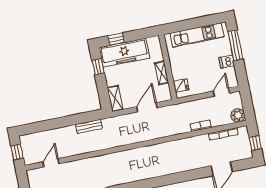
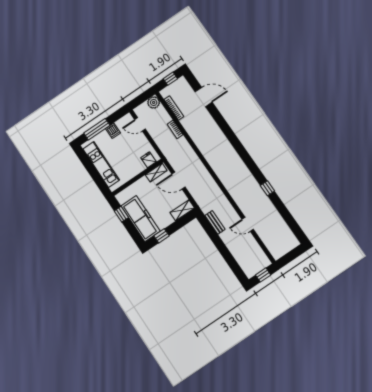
window: (116, 39) -> (121, 214), moved
shelving: (161, 73) -> (156, 173), moved
door: (51, 163) -> (248, 224), moved

